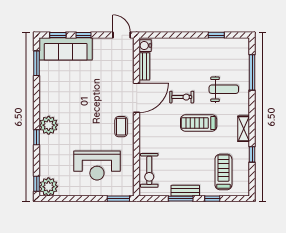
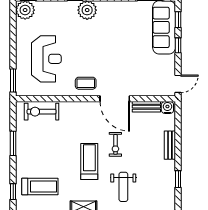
reception desk: (97, 166) -> (46, 59), turned 180
bench: (185, 191) -> (170, 145), moved
window: (212, 199) -> (13, 192), moved

